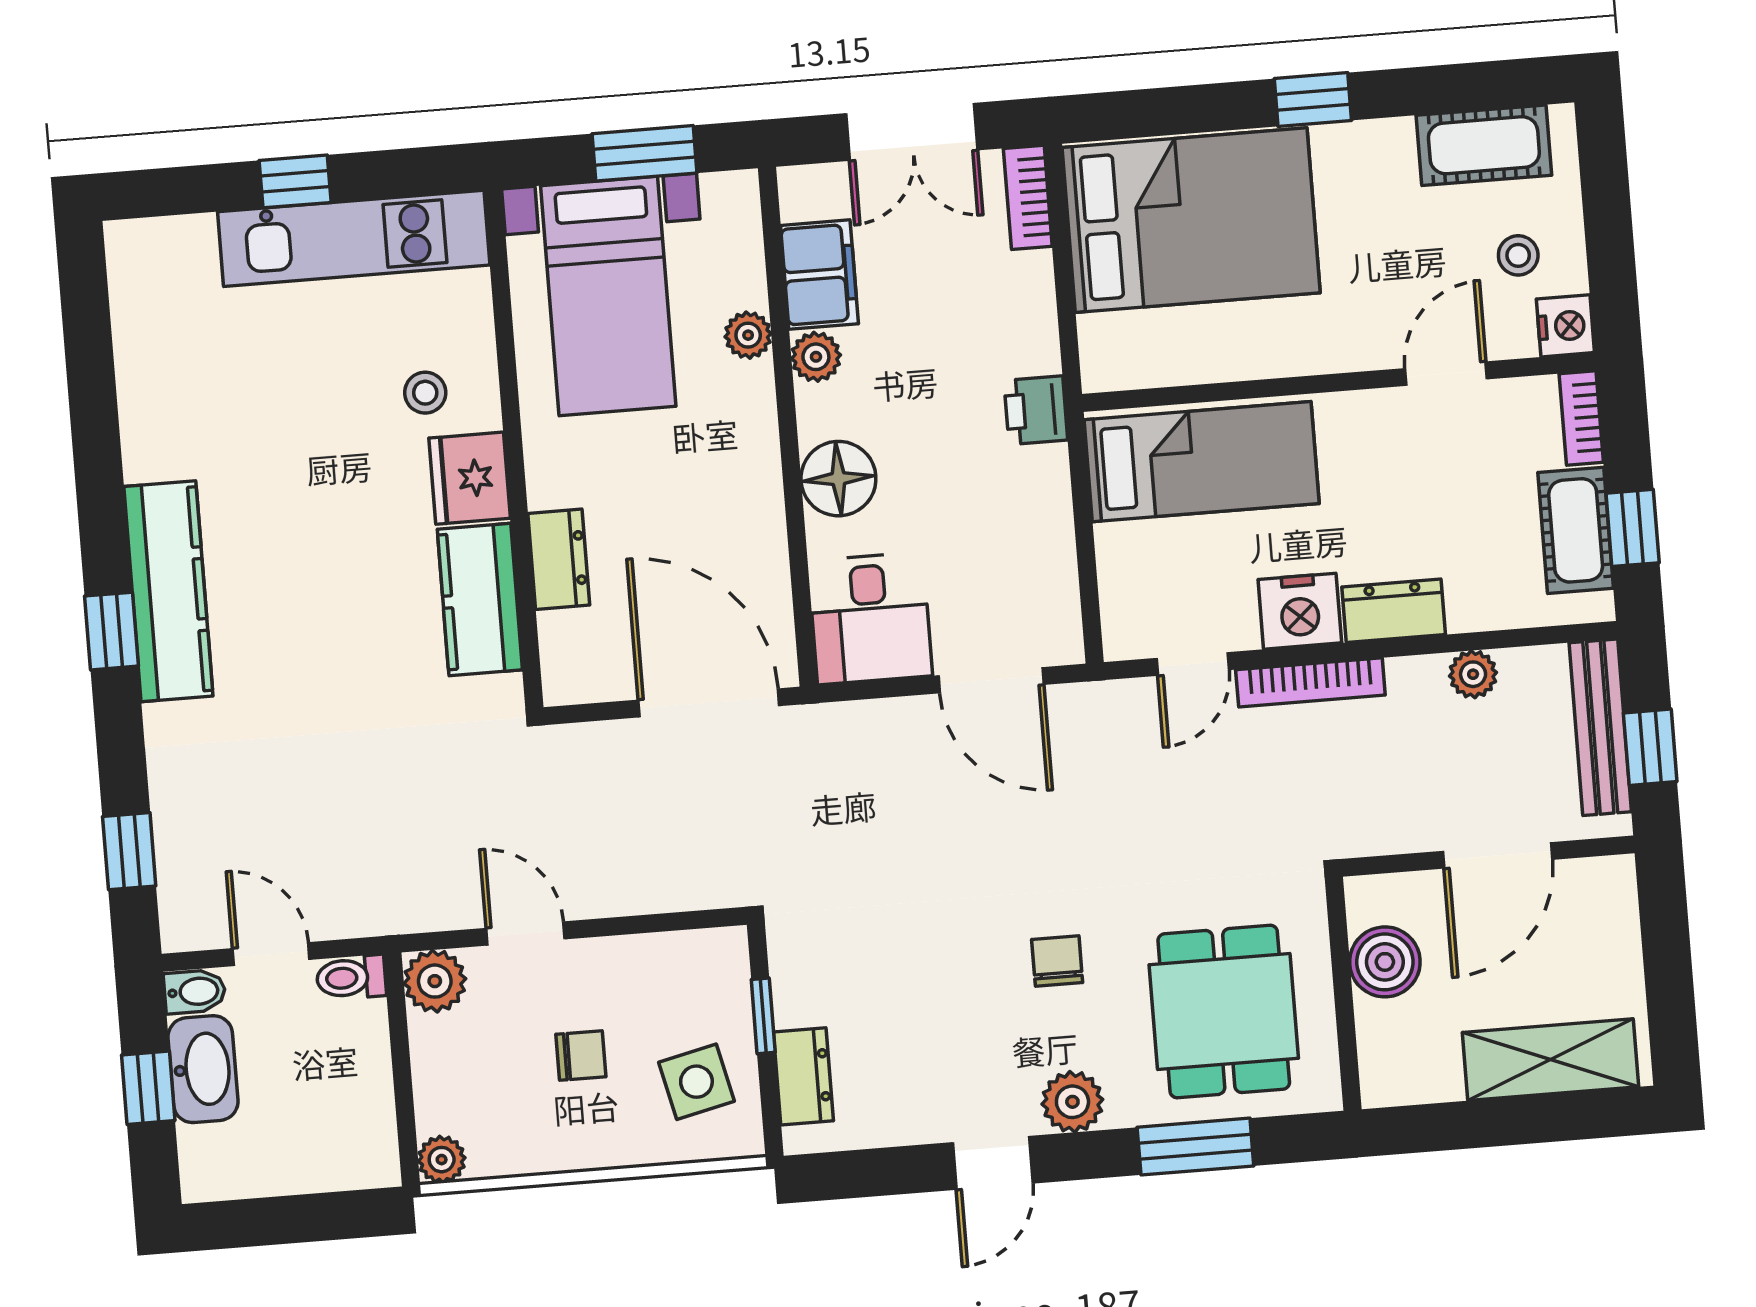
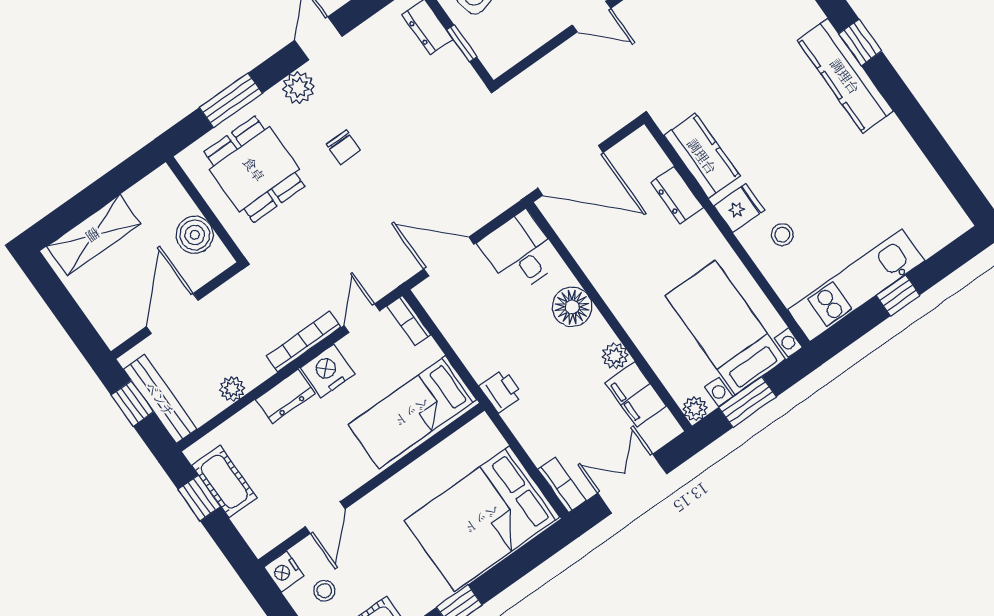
plant: (748, 335) -> (695, 409), moved
bookcase: (1581, 418) -> (409, 320), moved, turned 180
fridge: (470, 478) -> (739, 208), width x0.72

